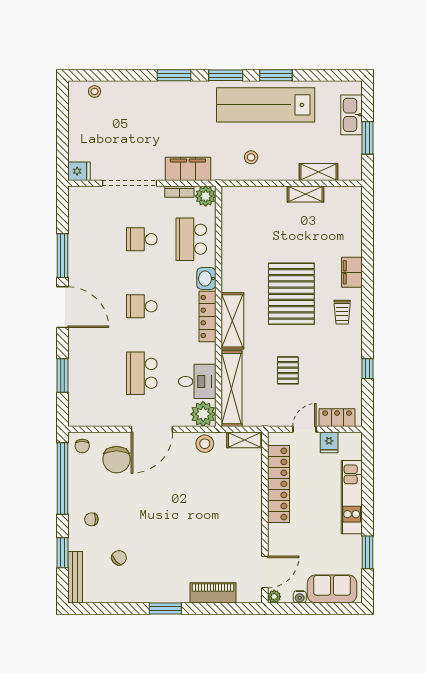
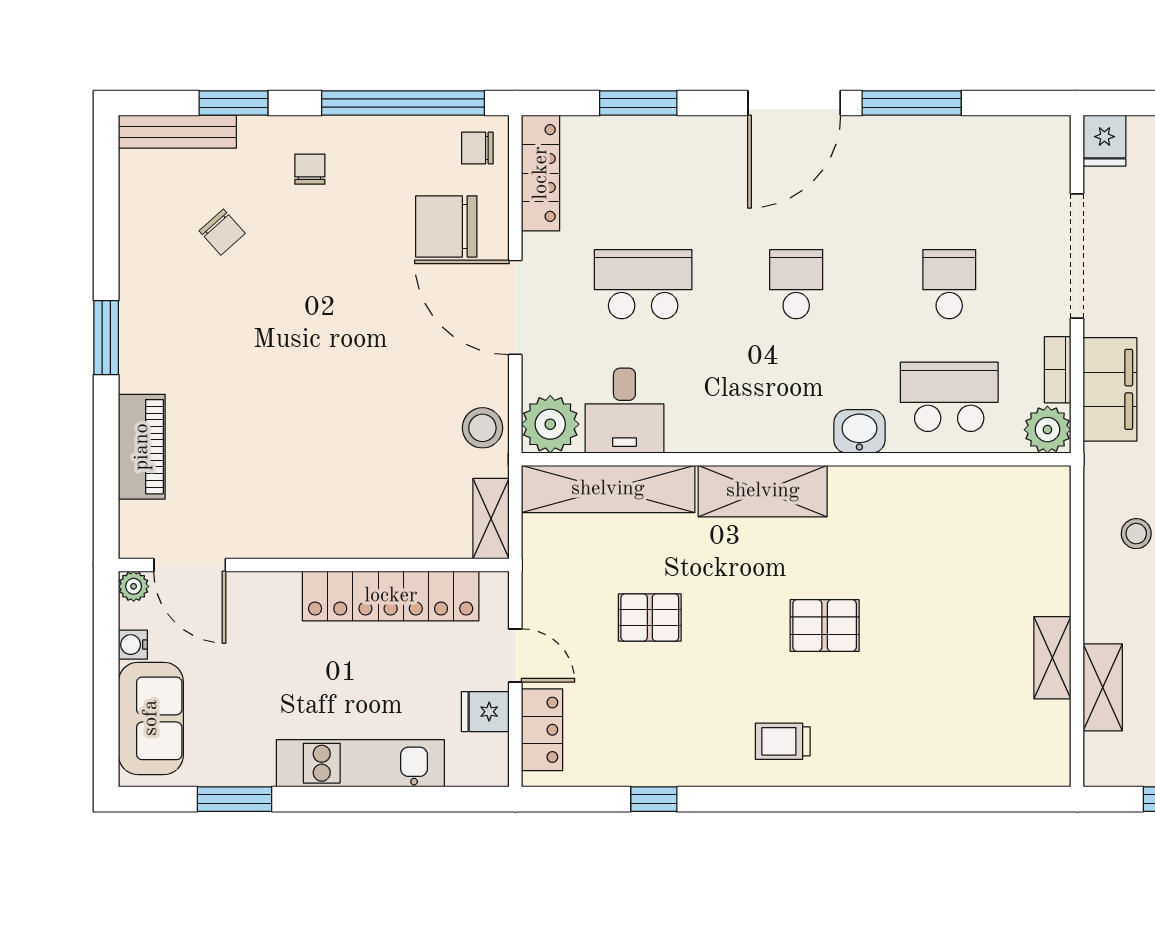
filing cabinet: (352, 272) -> (874, 764), removed
pallet: (291, 294) -> (825, 626), width x0.49, depth x0.50
locker: (207, 317) -> (541, 173), moved, turned 90

